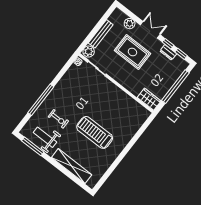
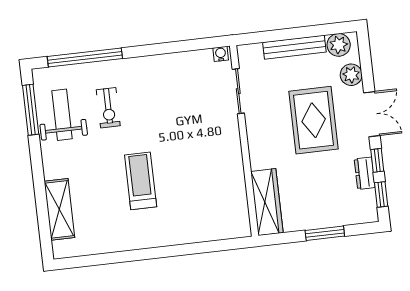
plant: (89, 52) -> (339, 45), moved
window: (175, 87) -> (325, 233), width x0.47
wardrobe: (149, 99) -> (267, 202), width x1.50
window: (41, 100) -> (85, 57), moved
treadmill: (95, 132) -> (141, 181), width x0.73, depth x0.73
shelving: (72, 166) -> (59, 209), width x0.68

